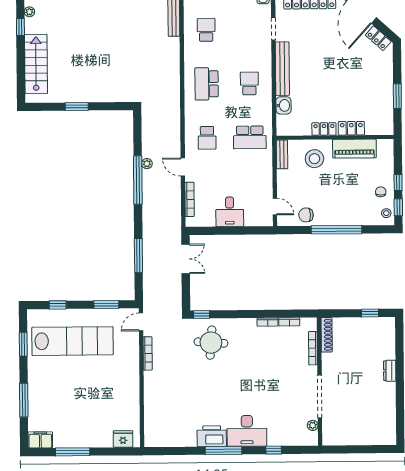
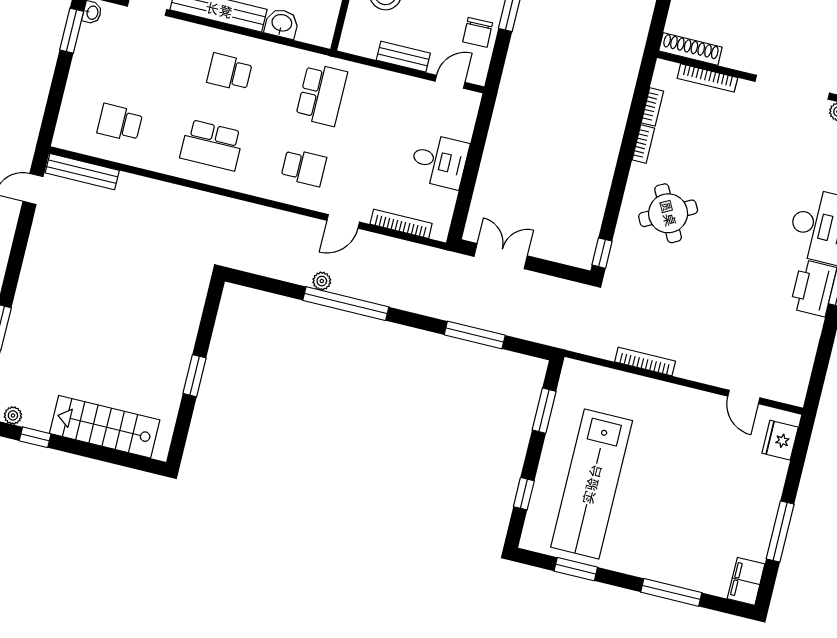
bench: (282, 154) -> (403, 57), moved
door: (141, 322) -> (744, 397), moved
lab bench: (72, 341) -> (592, 484), turned 180
round table: (211, 343) -> (668, 213), moved, turned -32

